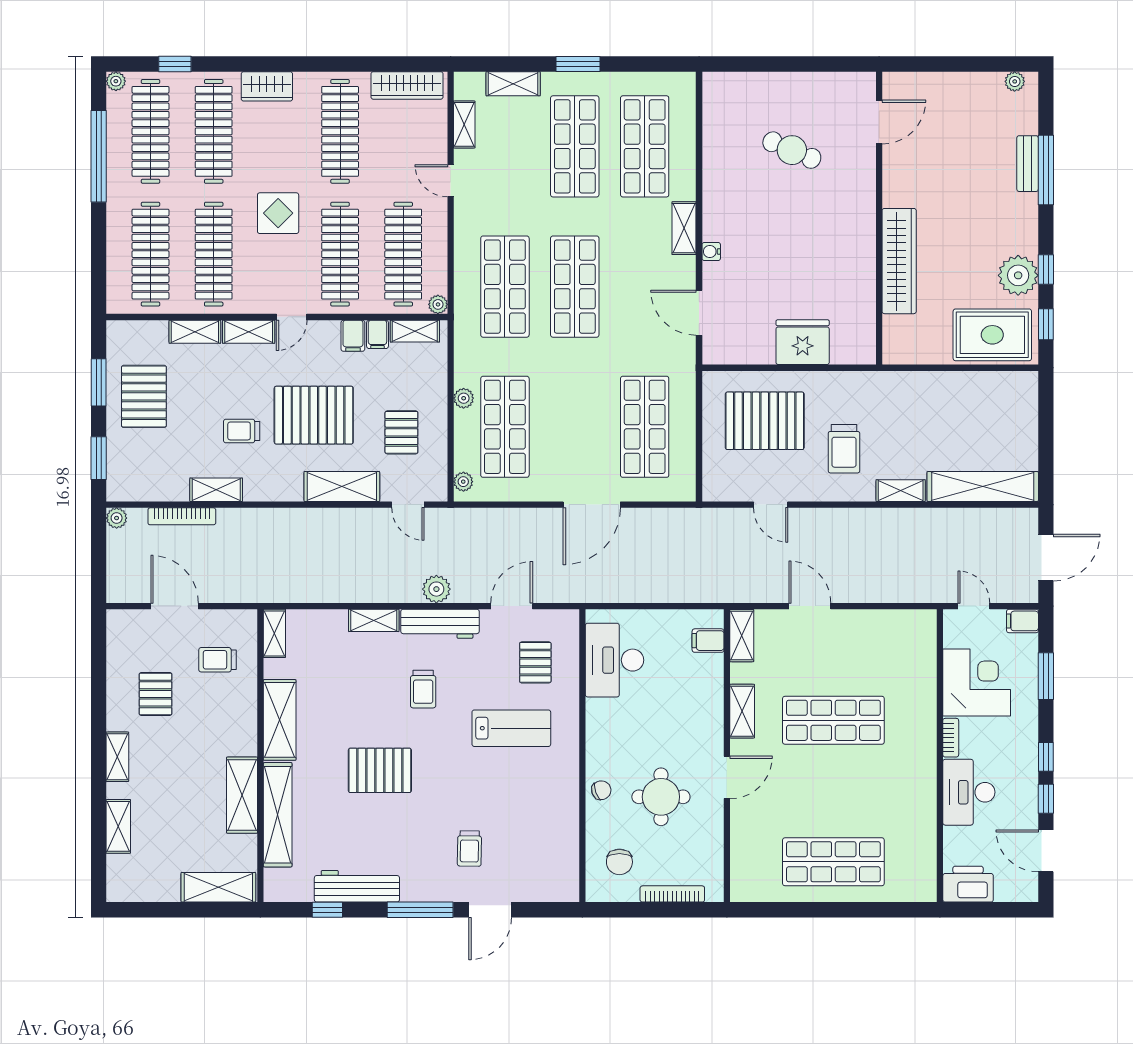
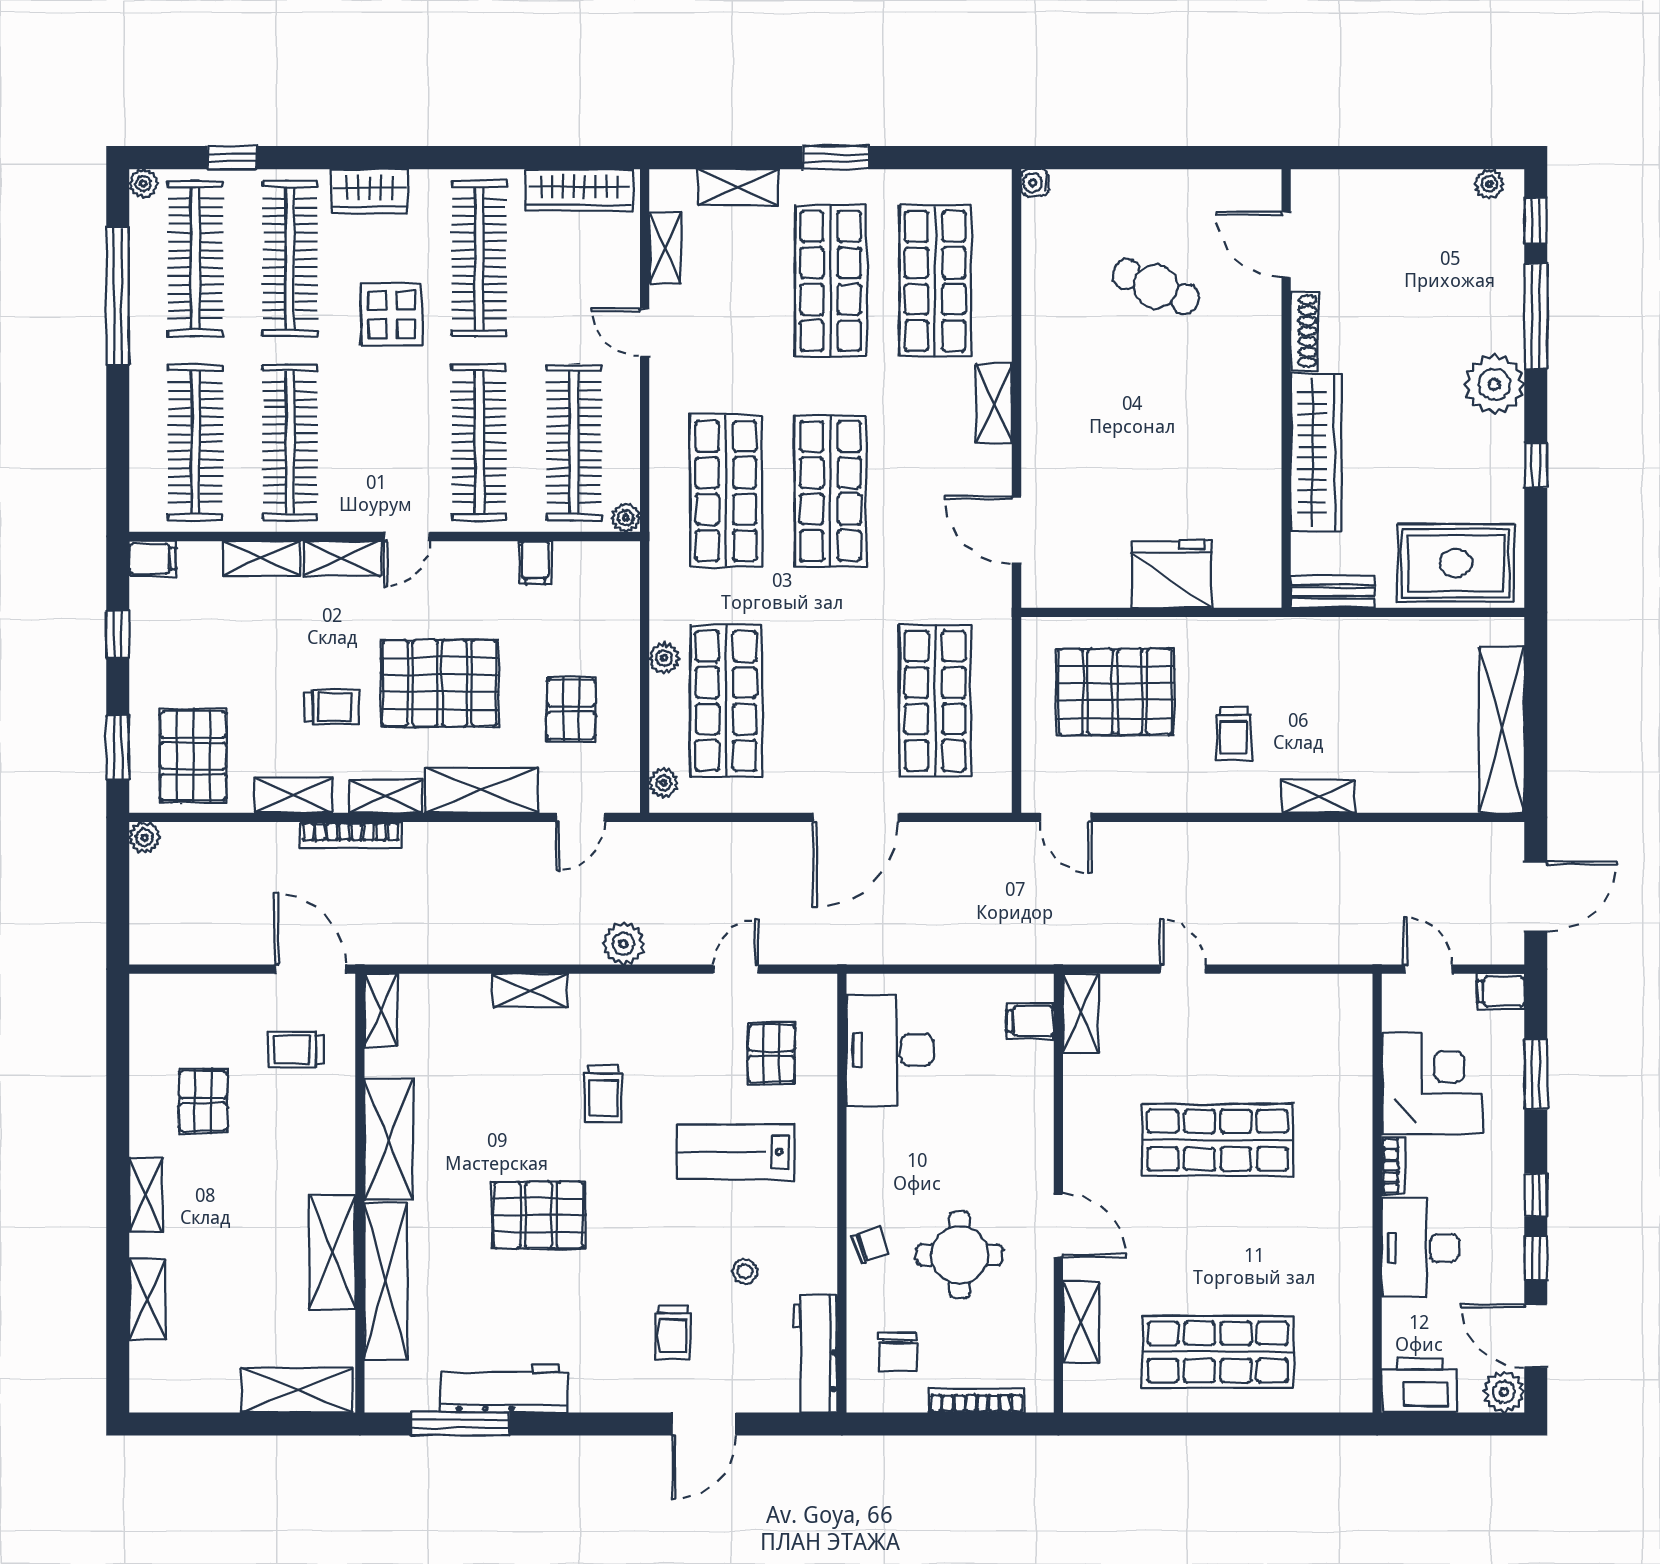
door: (879, 122) -> (1286, 244), swing flipped
bench: (1028, 164) -> (1333, 592), moved, turned 90
shoe rack: (891, 180) -> (1304, 331), added
display table: (278, 213) -> (392, 315), moved
water cooler: (711, 251) -> (1035, 183), moved
plant: (1018, 275) -> (1494, 384), moved
window: (1046, 324) -> (1536, 221), moved
shelving: (415, 331) -> (385, 796), moved
filing cabinet: (353, 336) -> (153, 559), moved, turned -90
window: (99, 382) -> (118, 634), width x0.67
pallet: (144, 396) -> (193, 756), moved
trolley: (242, 431) -> (332, 707), turned 180
trolley: (844, 449) -> (1234, 734), width x0.73, depth x0.72
shelving: (983, 486) -> (1502, 730), moved, turned 90
door: (408, 505) -> (581, 817), hinge flipped
door: (771, 505) -> (1066, 817), moved
bookcase: (182, 516) -> (351, 835), moved
door: (175, 606) -> (310, 969), moved
door: (512, 606) -> (736, 969), width x0.73
door: (810, 606) -> (1183, 969), width x0.73
workbench: (440, 624) -> (815, 1353), moved, turned 90
shelving: (742, 711) -> (1081, 1322), moved
lab bench: (511, 728) -> (736, 1152), turned 180
door: (727, 777) -> (1058, 1226), hinge flipped
stool: (518, 808) -> (745, 1271), added
plant: (1024, 888) -> (1504, 1392), added
window: (327, 910) -> (460, 1424), width x2.17
window: (420, 910) -> (599, 1424), removed

